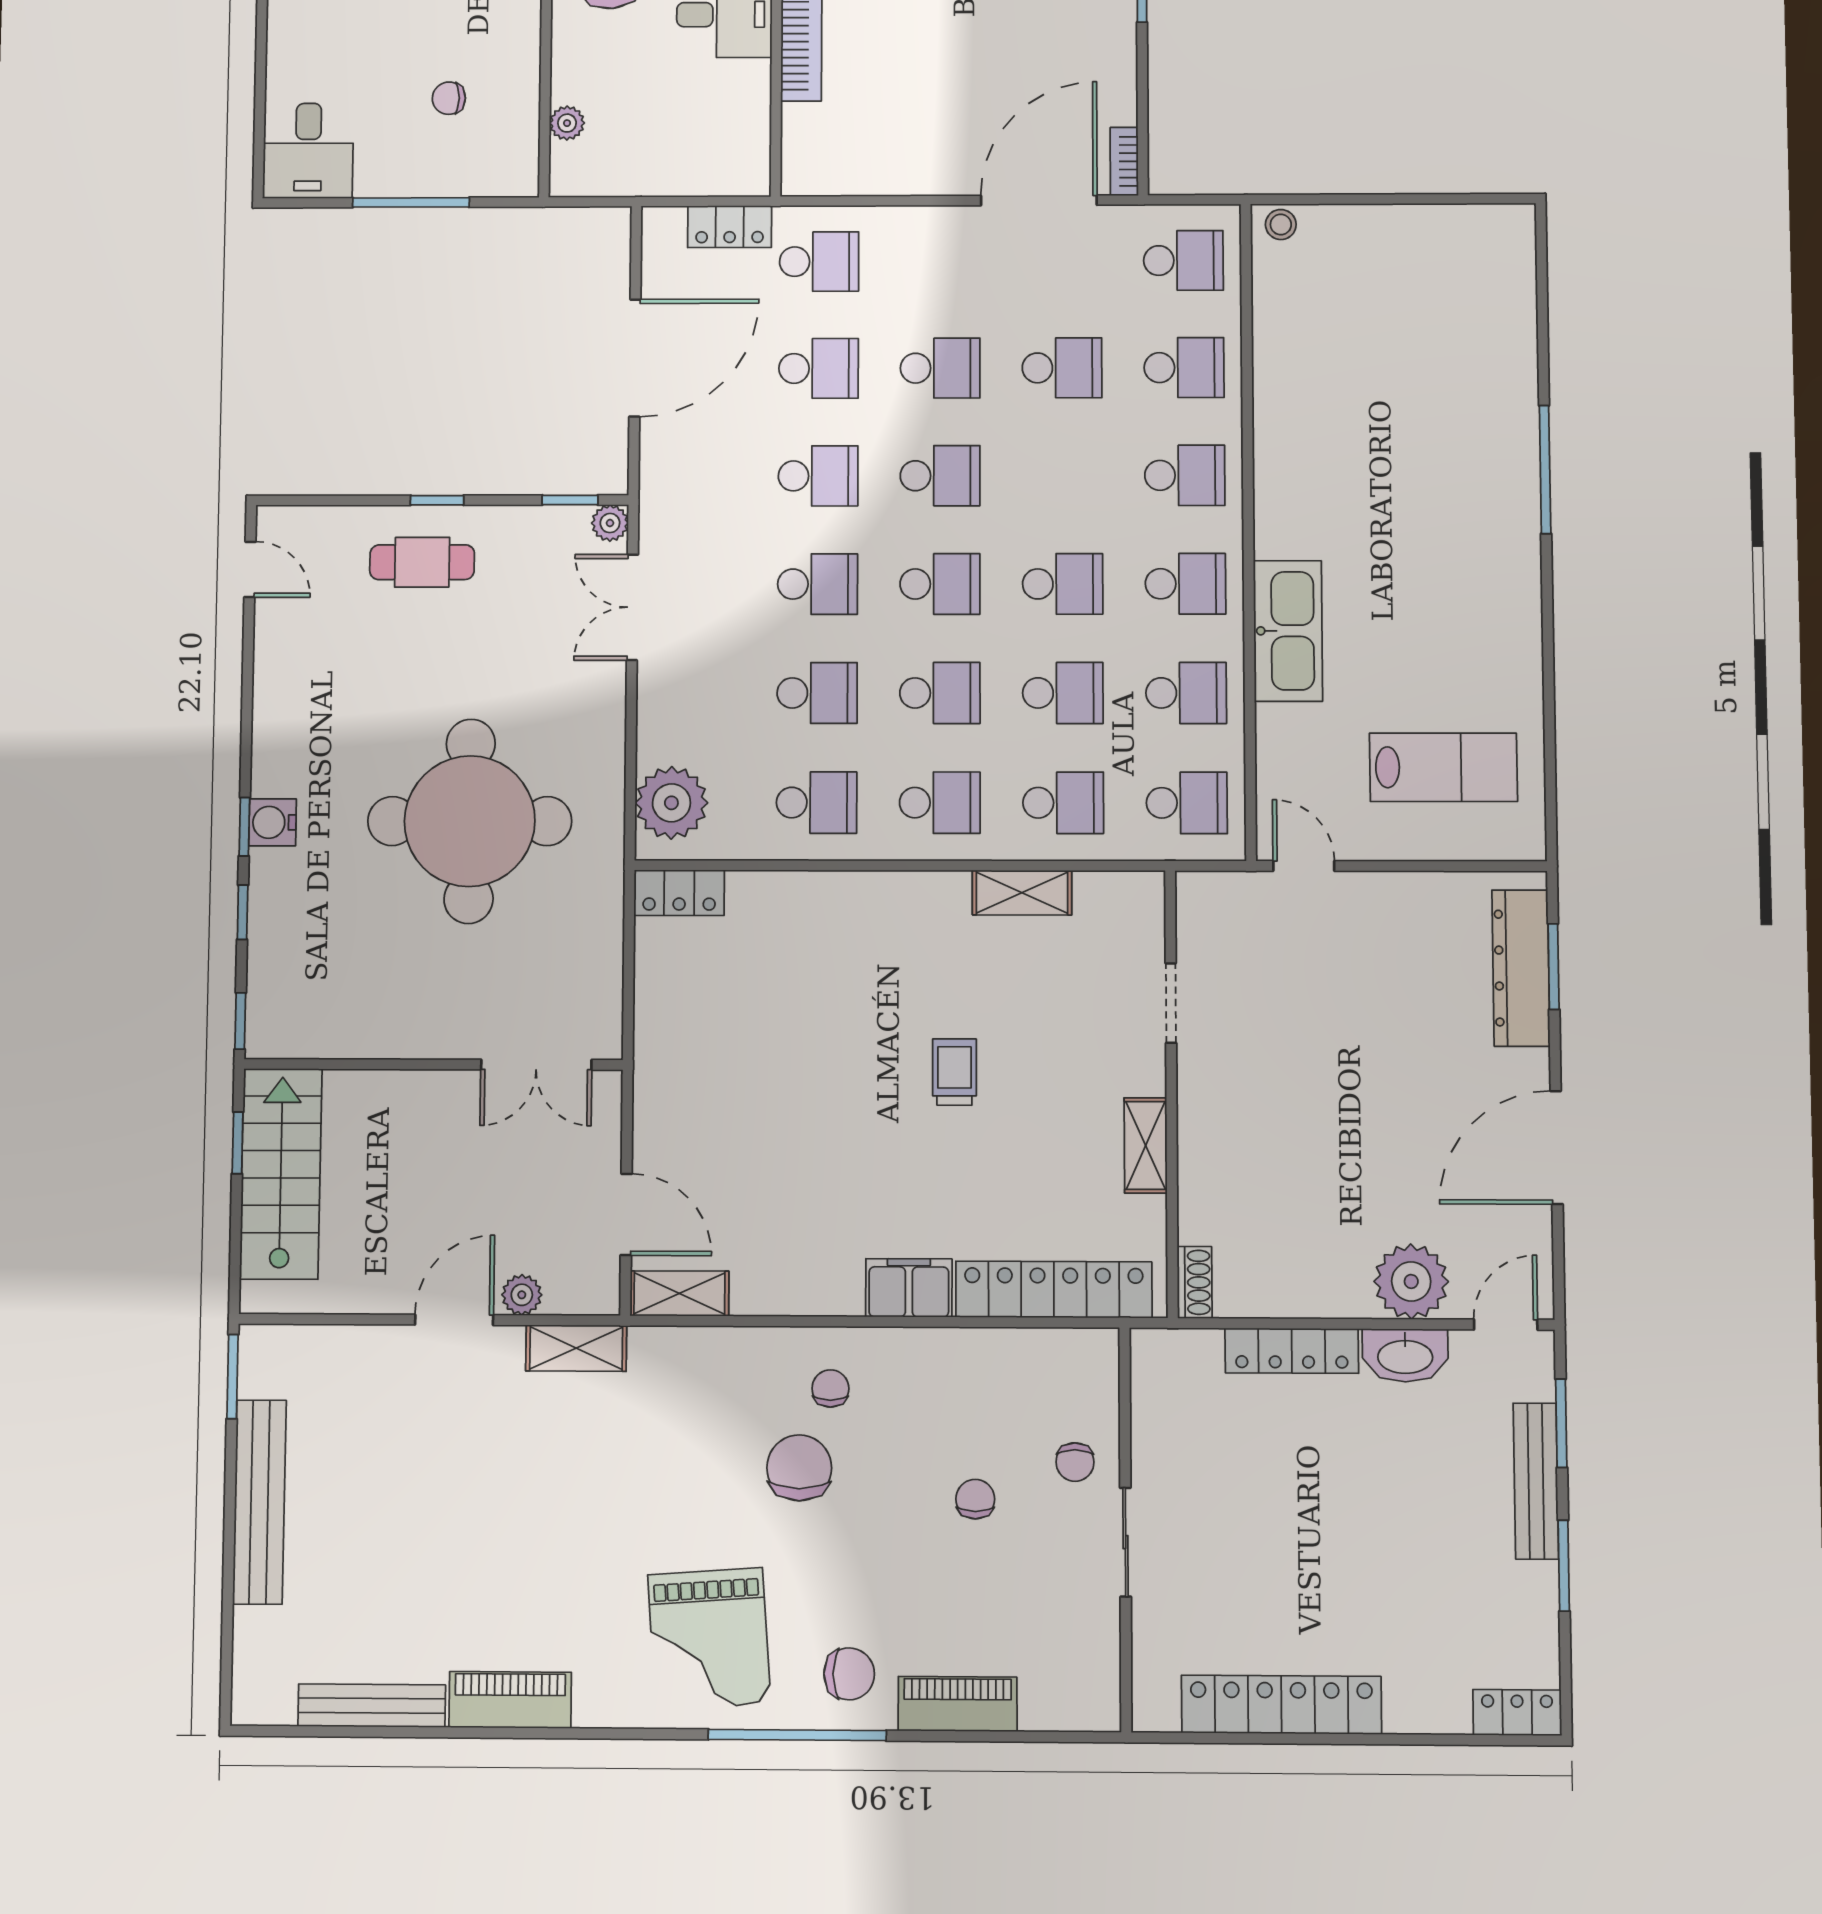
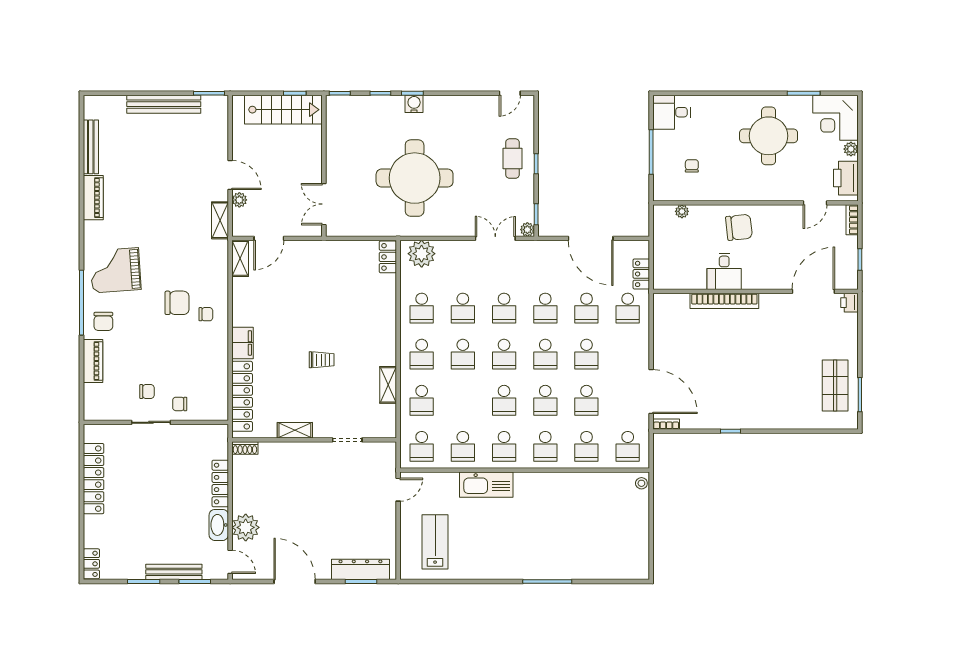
school desk: (1063, 693) -> (545, 400), moved
lab bench: (1443, 767) -> (435, 542), turned 180
chair: (975, 1499) -> (147, 392), moved

